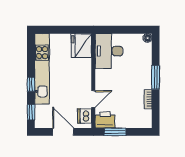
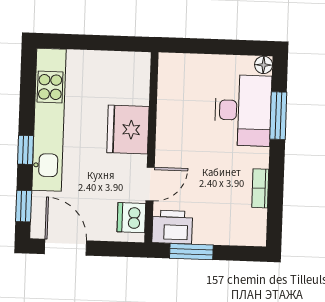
fridge: (81, 45) -> (128, 130), moved
desk: (109, 51) -> (243, 110), moved, turned 180
window: (156, 77) -> (278, 116), moved
door: (63, 132) -> (66, 247), moved

